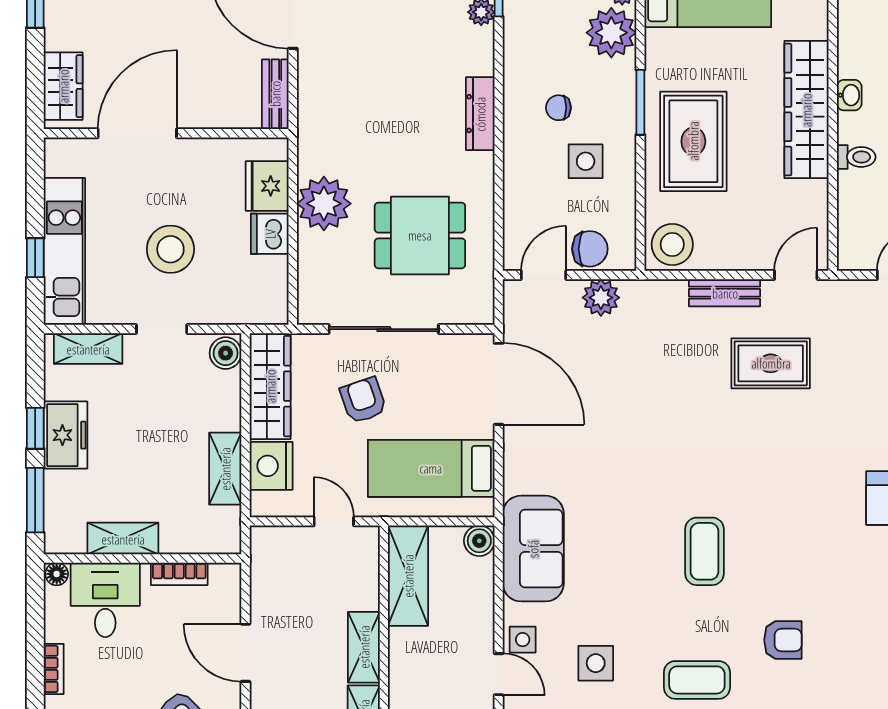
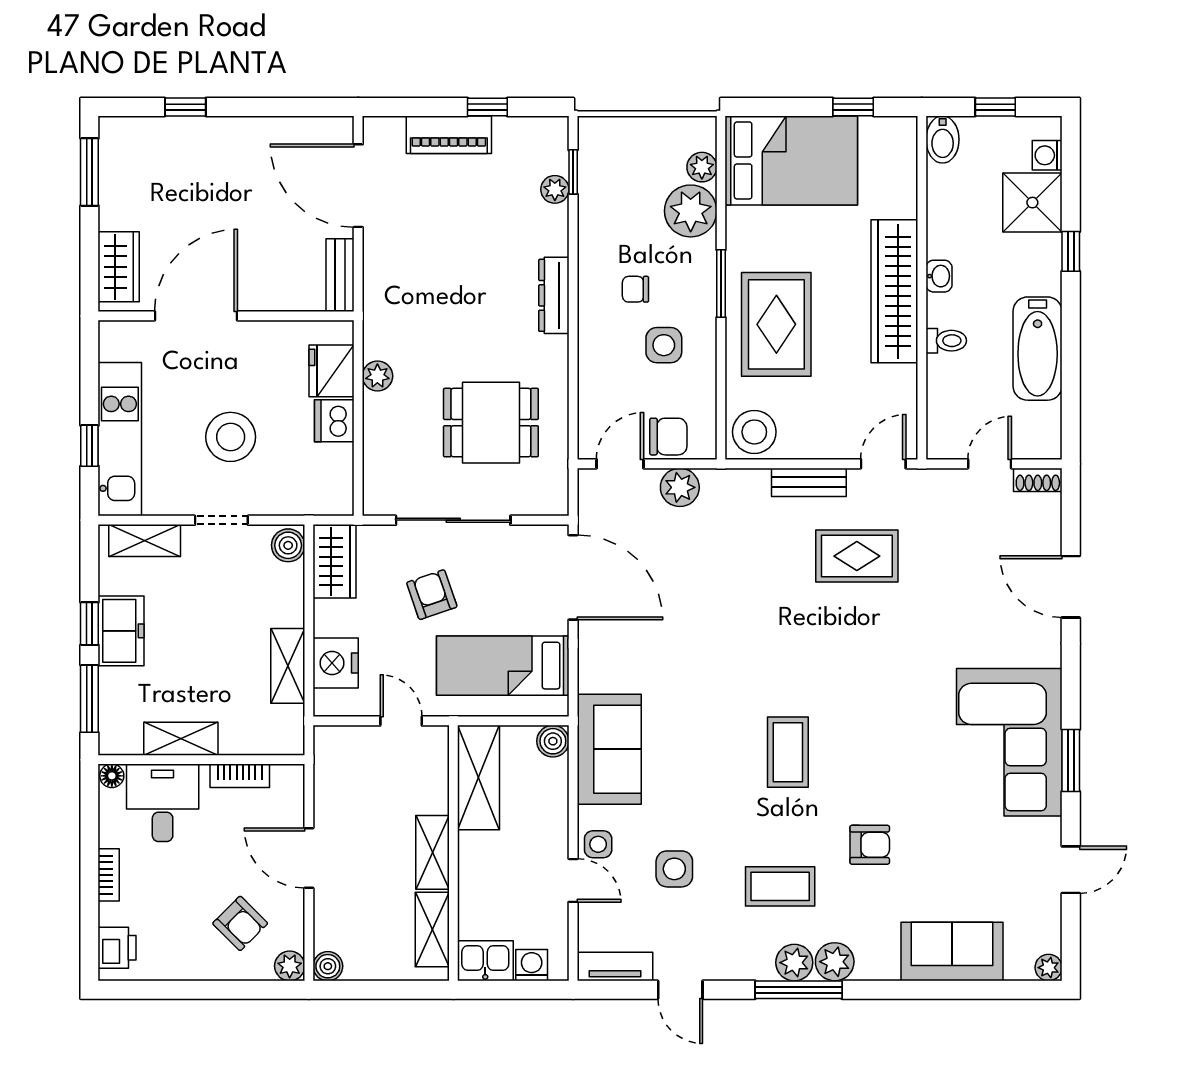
plant: (324, 204) -> (377, 376), width x0.53, depth x0.53
wardrobe: (270, 386) -> (335, 561), width x0.67

